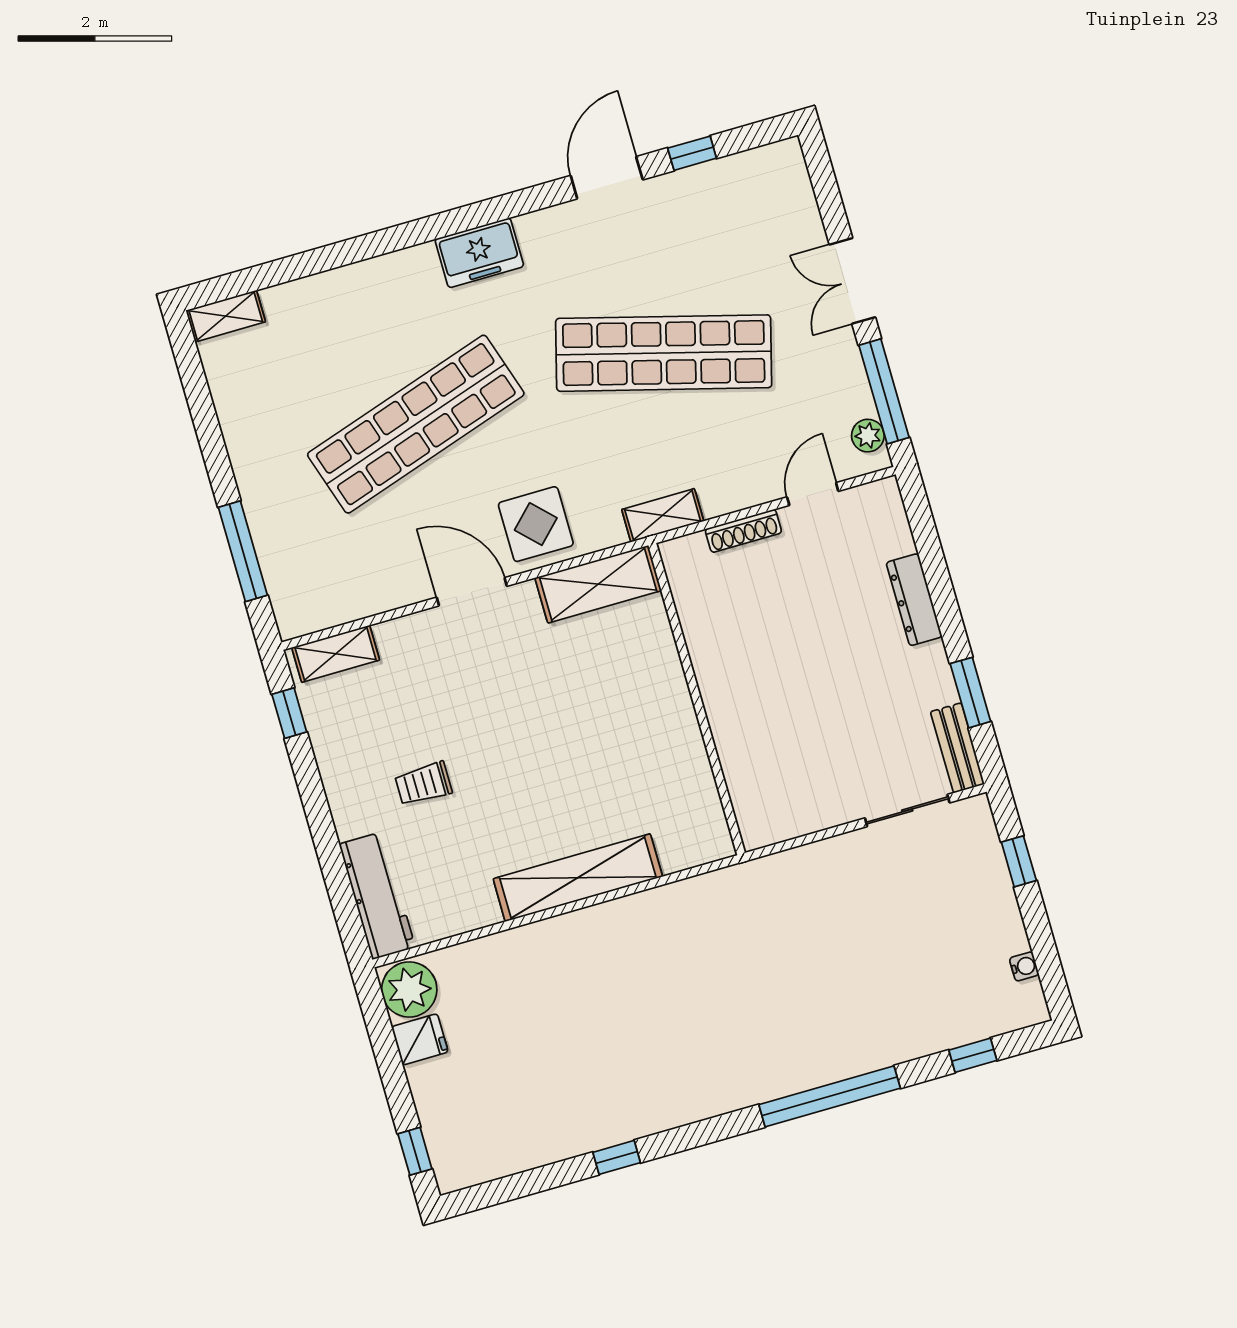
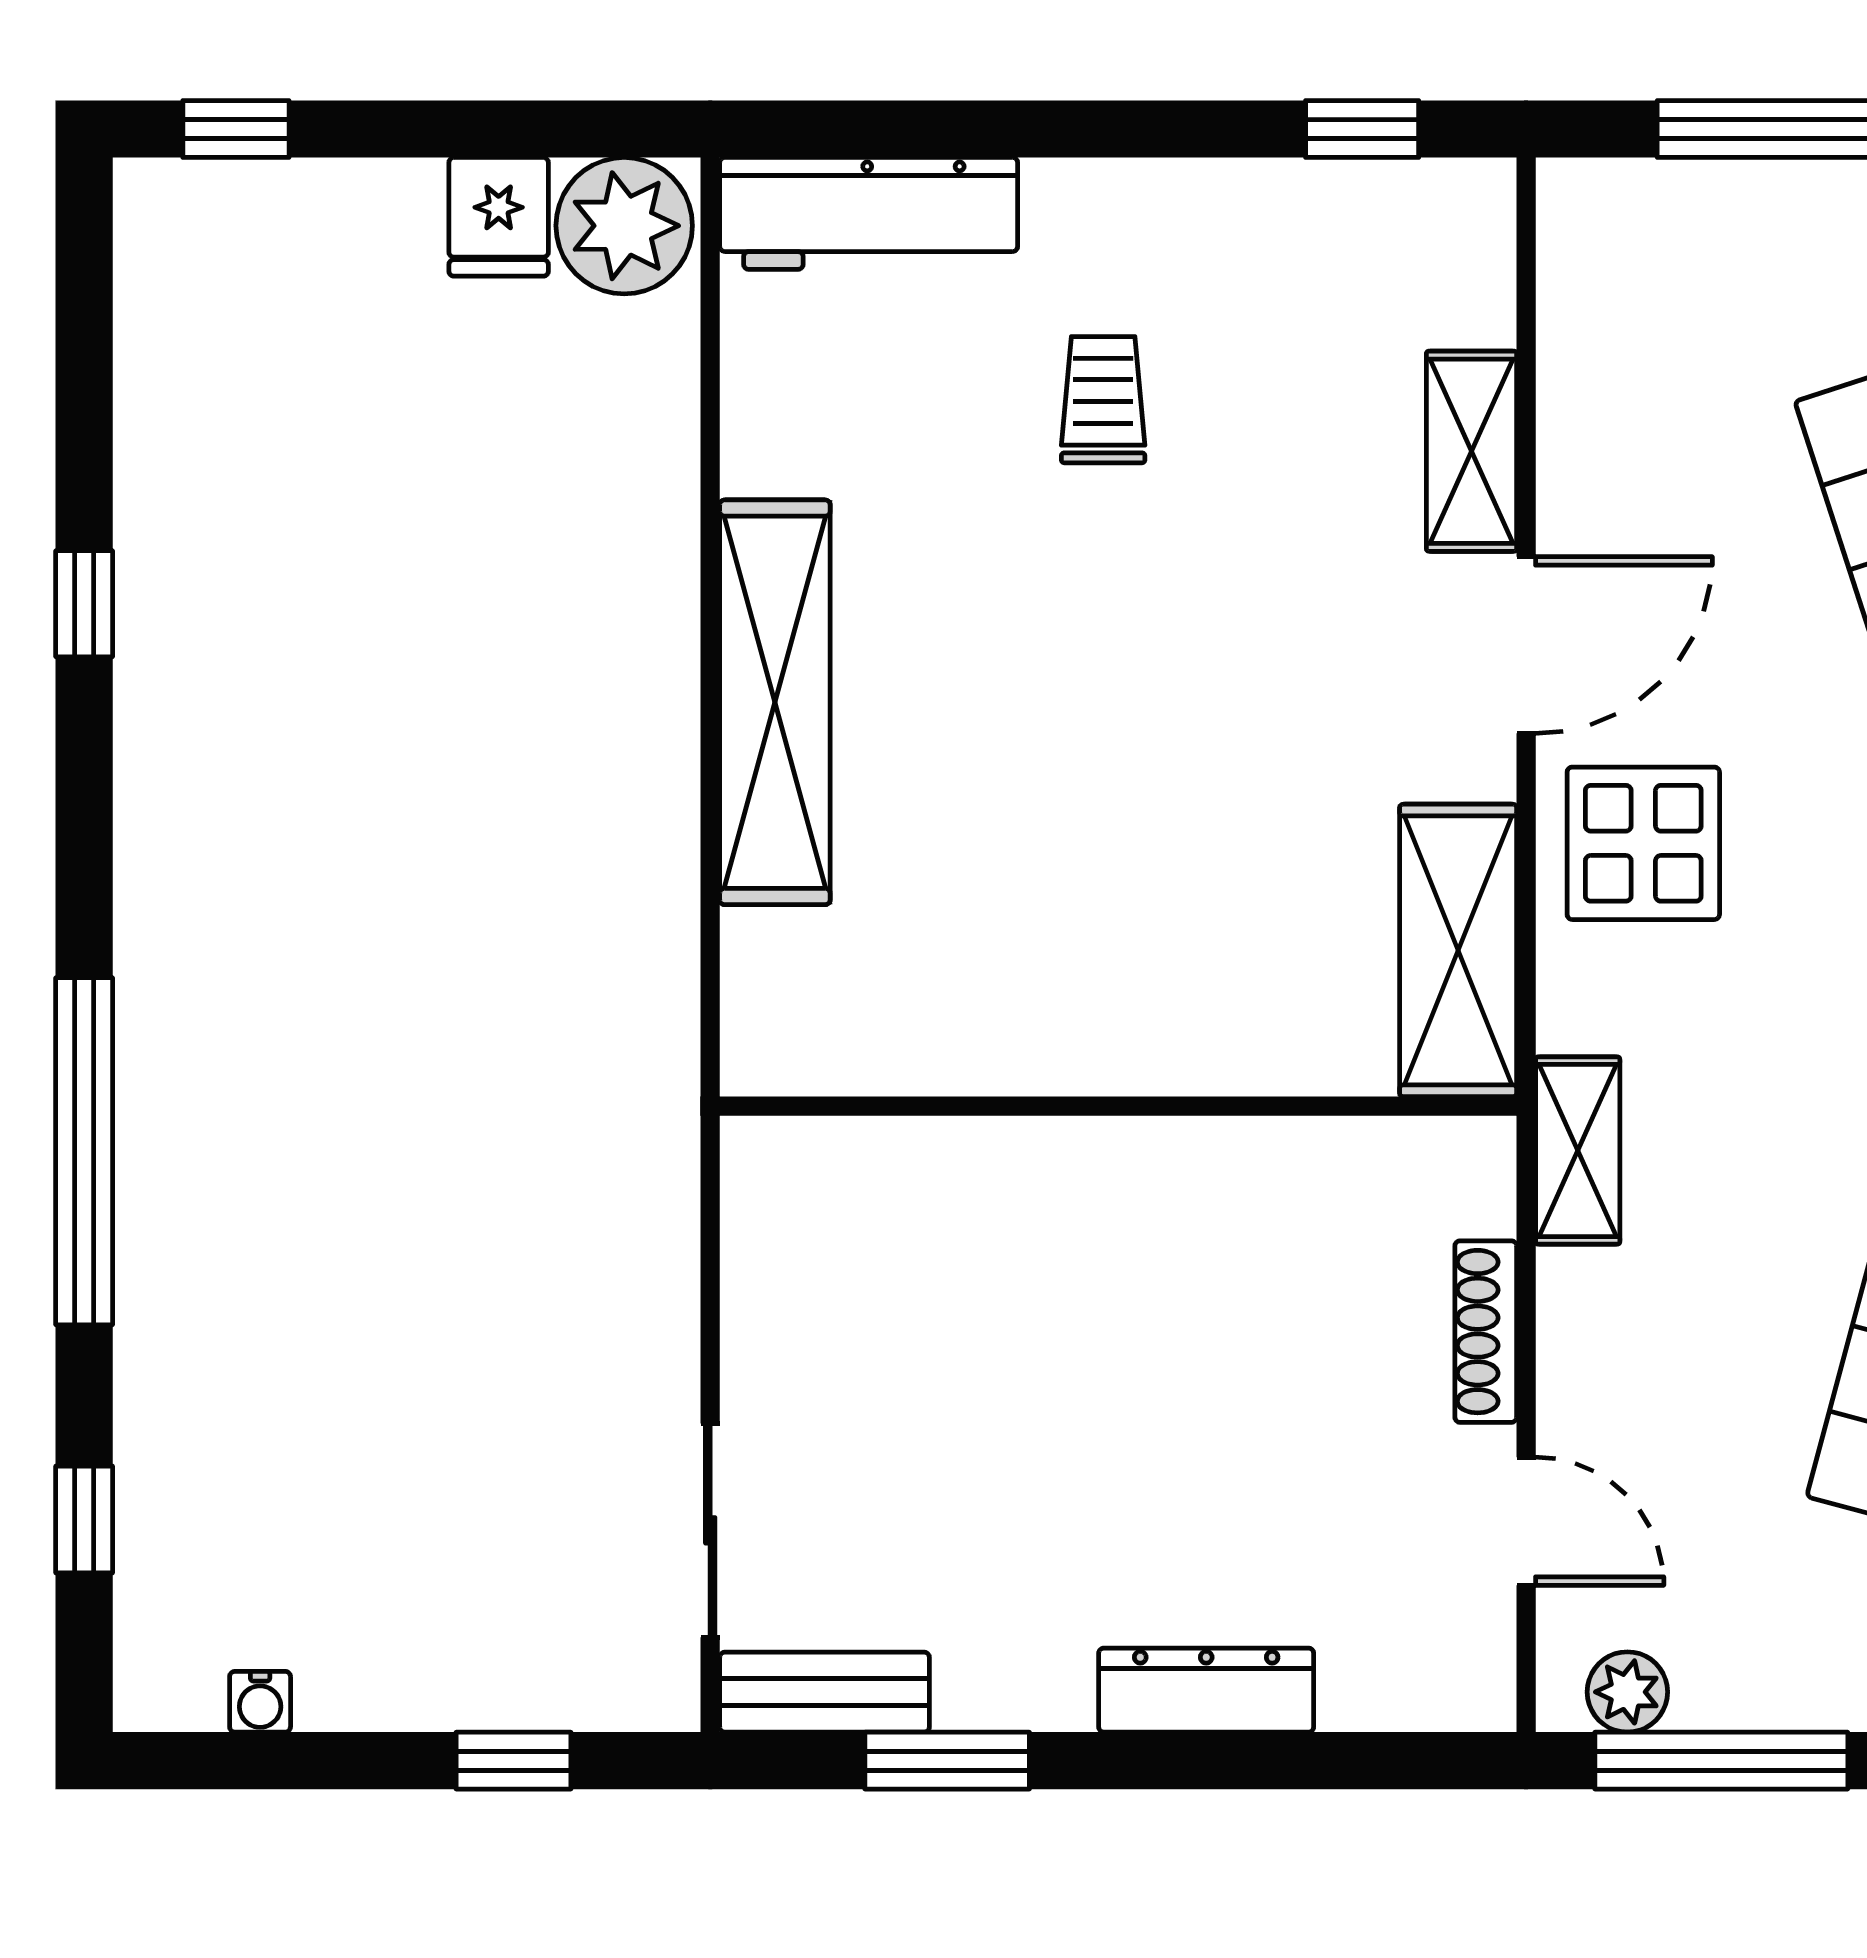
shelving: (336, 654) -> (1471, 451), moved

